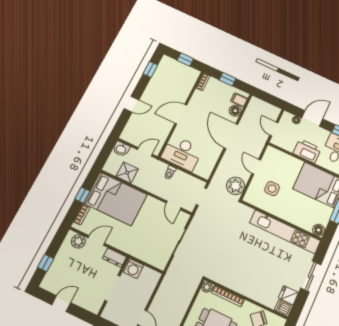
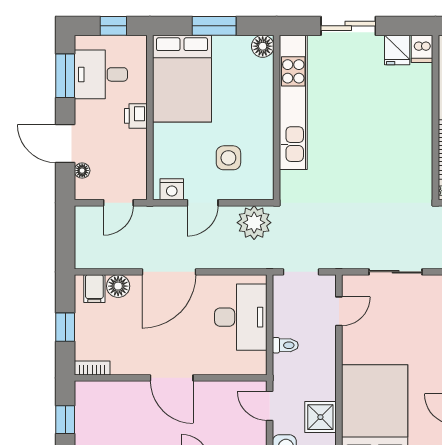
printer: (307, 151) -> (136, 116), width x0.53, depth x0.68
desk: (182, 153) -> (241, 317), moved
nightstand: (269, 156) -> (172, 189), added

